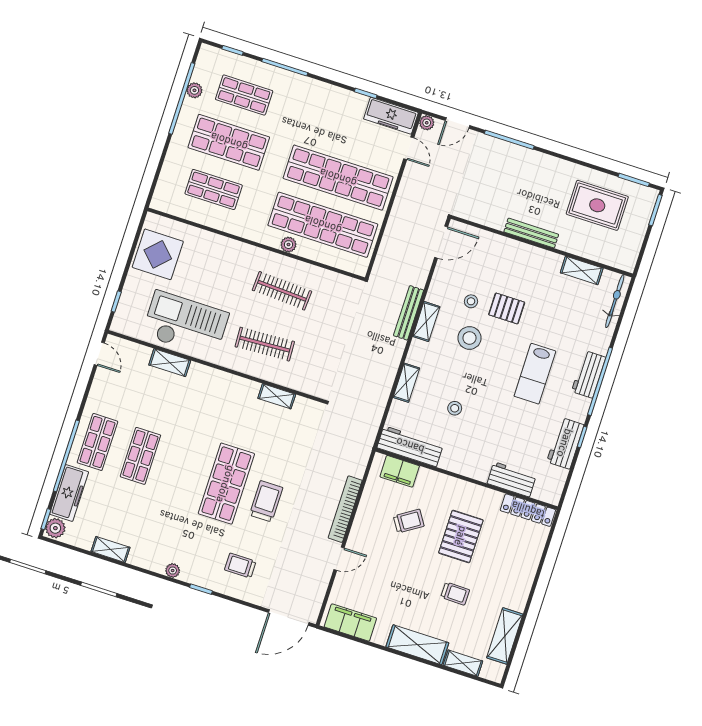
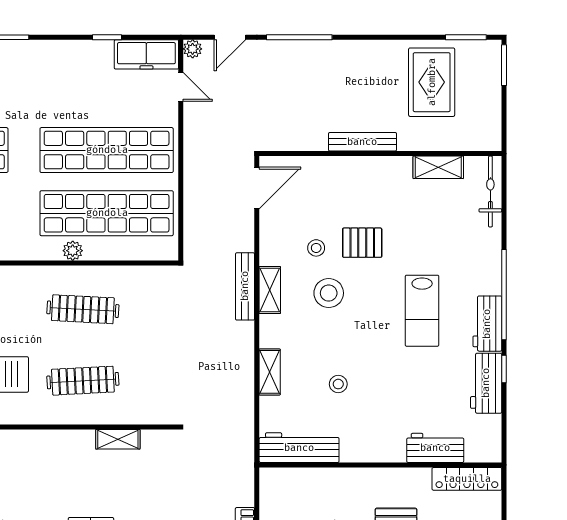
rug: (597, 205) -> (432, 82), turned 90
workbench: (589, 374) -> (487, 324), moved
filing cabinet: (400, 471) -> (296, 482), removed

